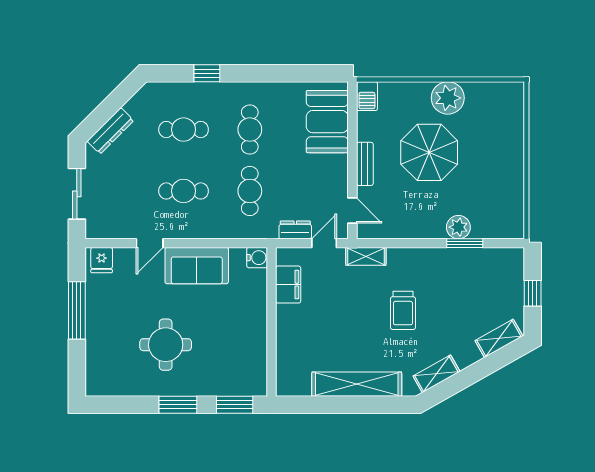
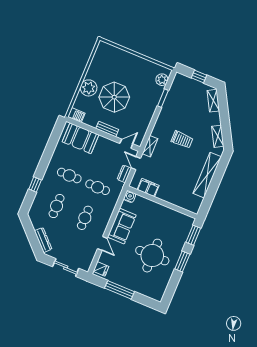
plant: (448, 98) -> (89, 88), moved
plant: (458, 227) -> (162, 80), moved
round table: (166, 345) -> (152, 256), width x1.36, depth x1.36

